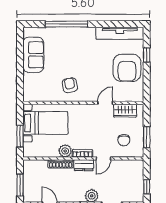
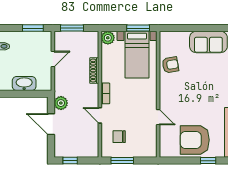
armchair: (70, 85) -> (170, 65), moved
wardrobe: (125, 111) -> (150, 138), removed
window: (20, 136) -> (138, 28), moved
plant: (65, 151) -> (108, 38), moved
dresser: (84, 165) -> (93, 95), removed

